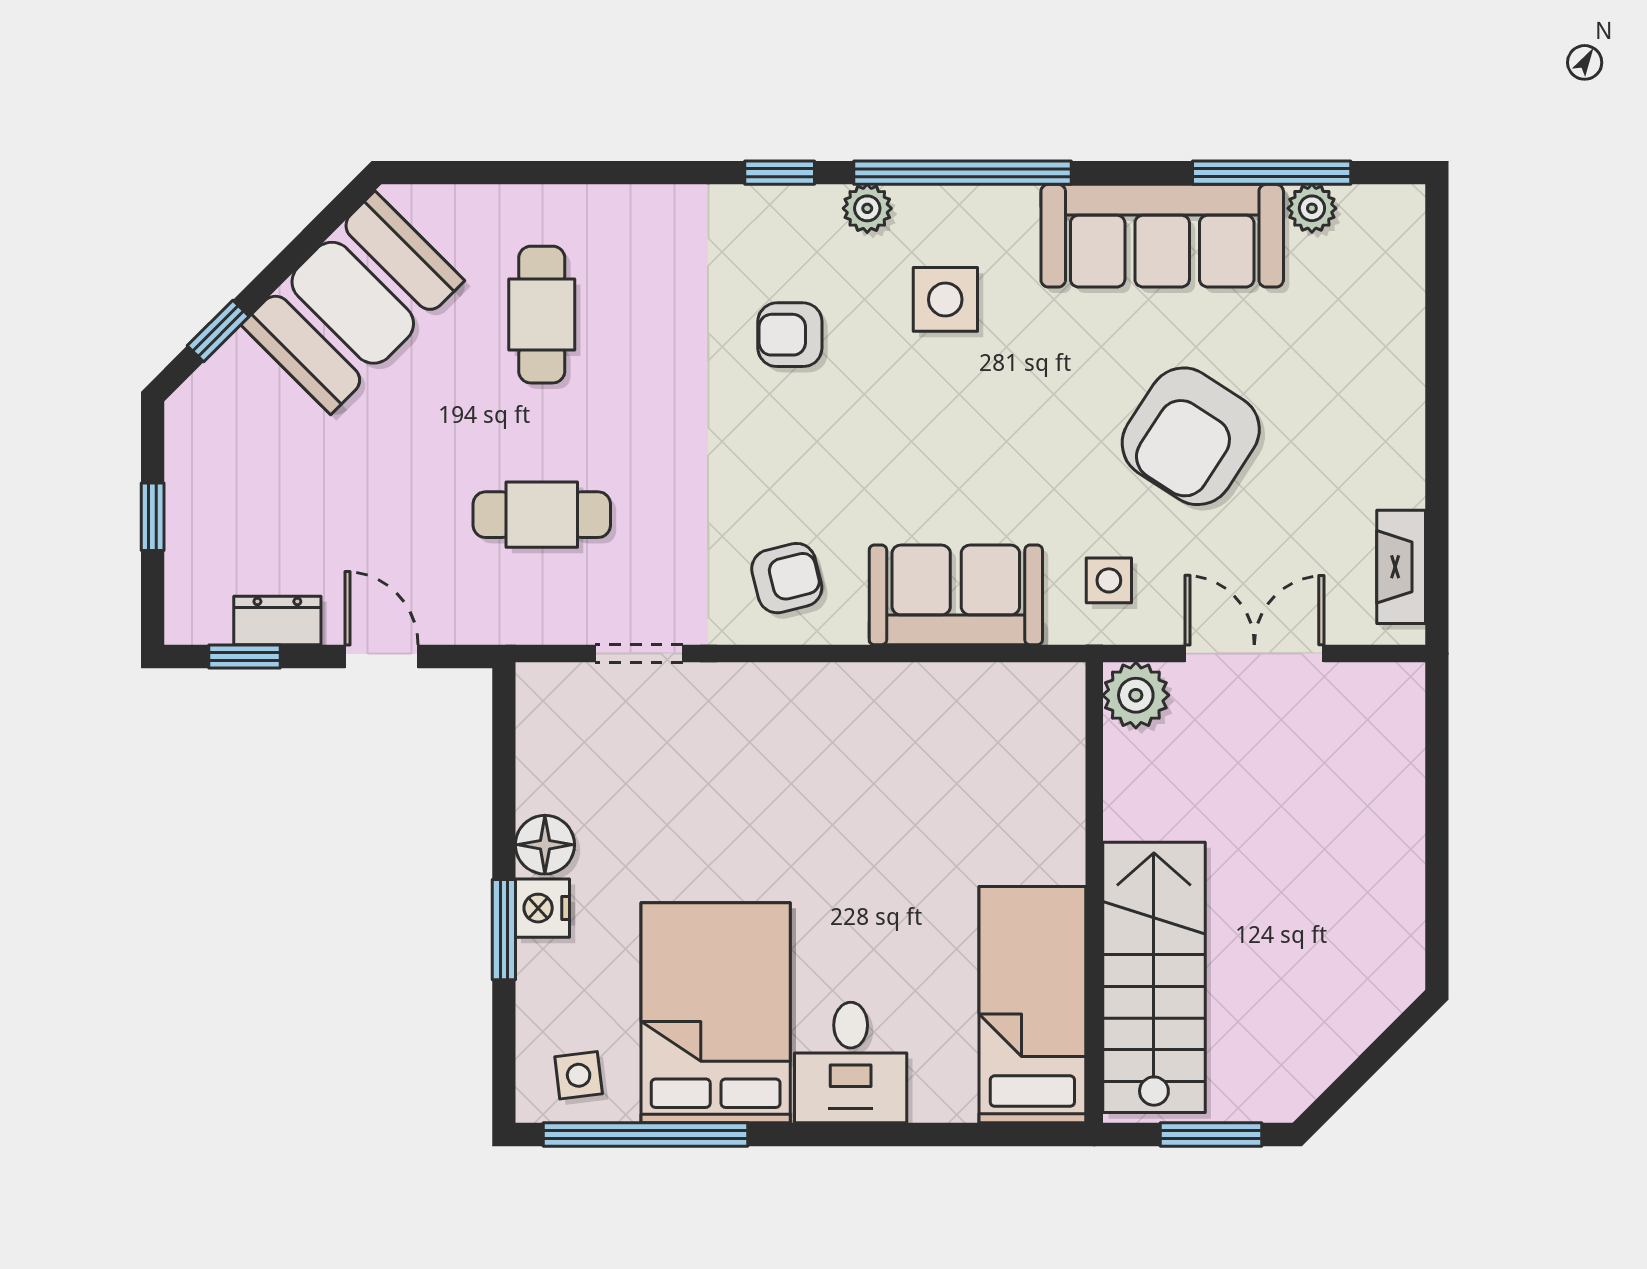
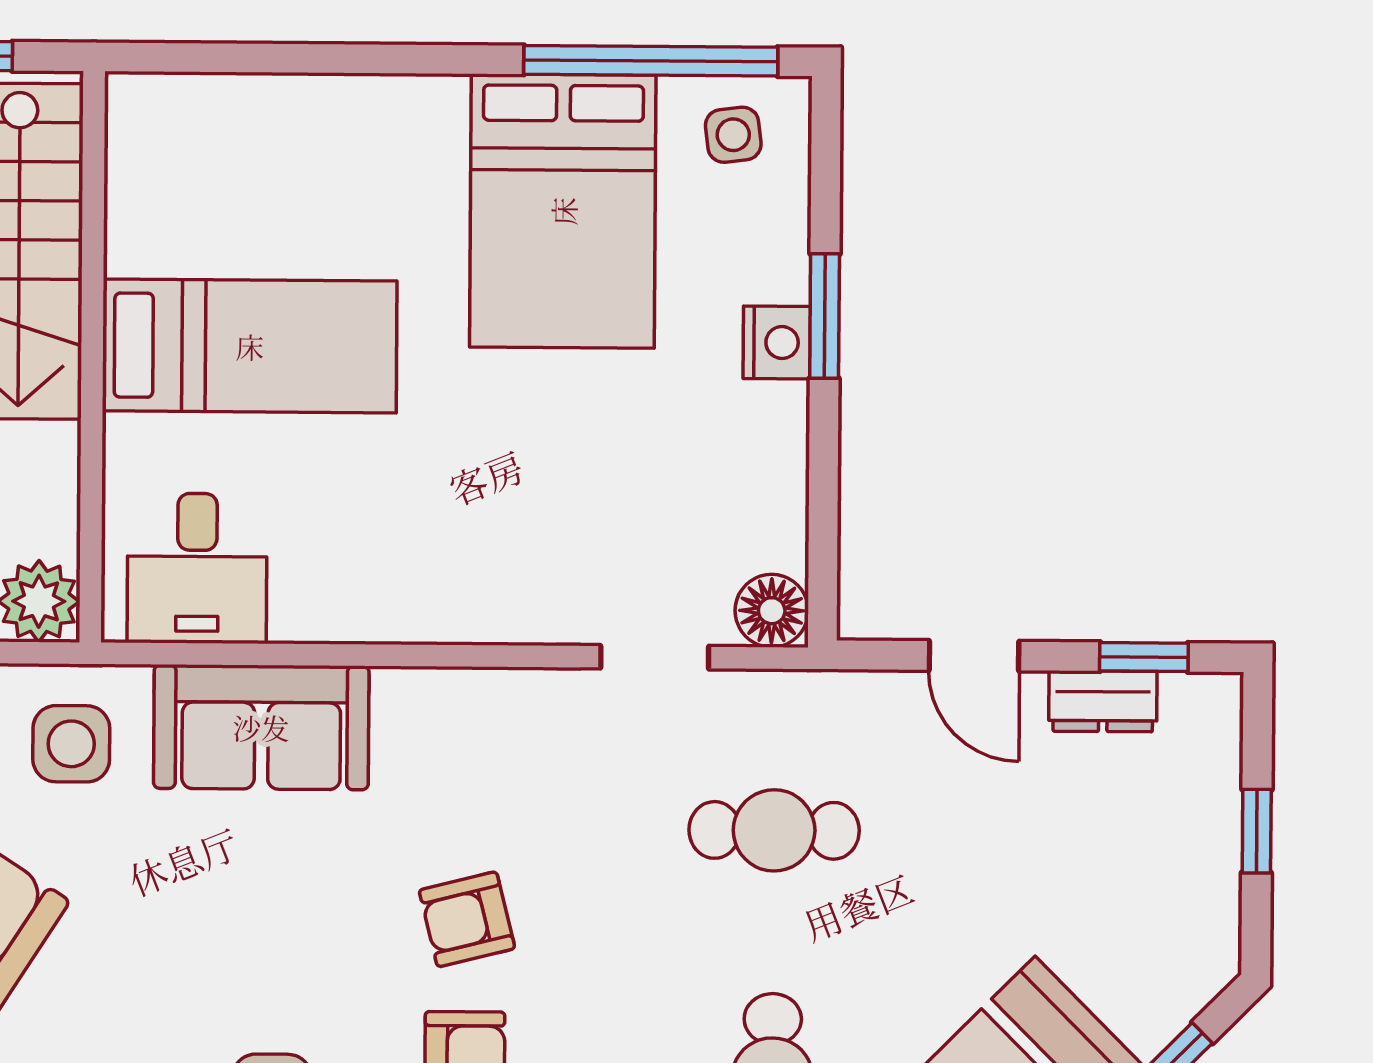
armchair: (787, 578) -> (467, 919), moved
side table: (1109, 580) -> (71, 744), width x1.37, depth x1.37
floor lamp: (545, 845) -> (772, 611), moved
bed: (1032, 1005) -> (250, 346), moved, turned -90
desk: (851, 1063) -> (197, 568), moved, turned 180

